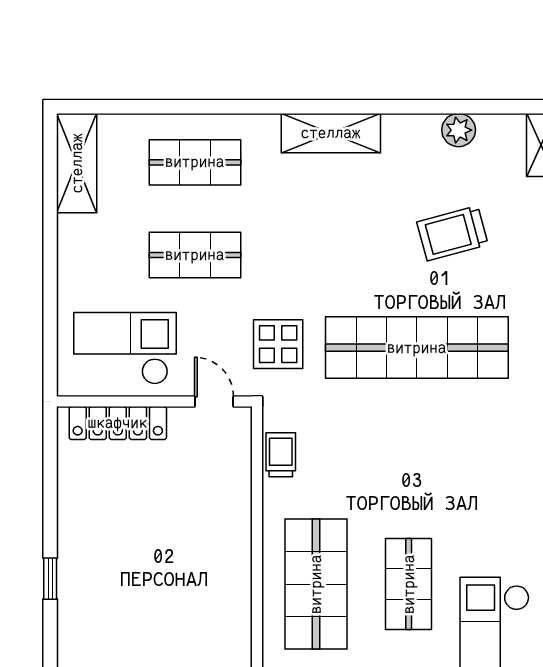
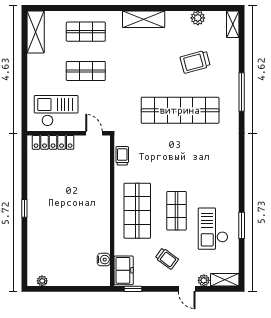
display table: (278, 344) -> (121, 109), removed

